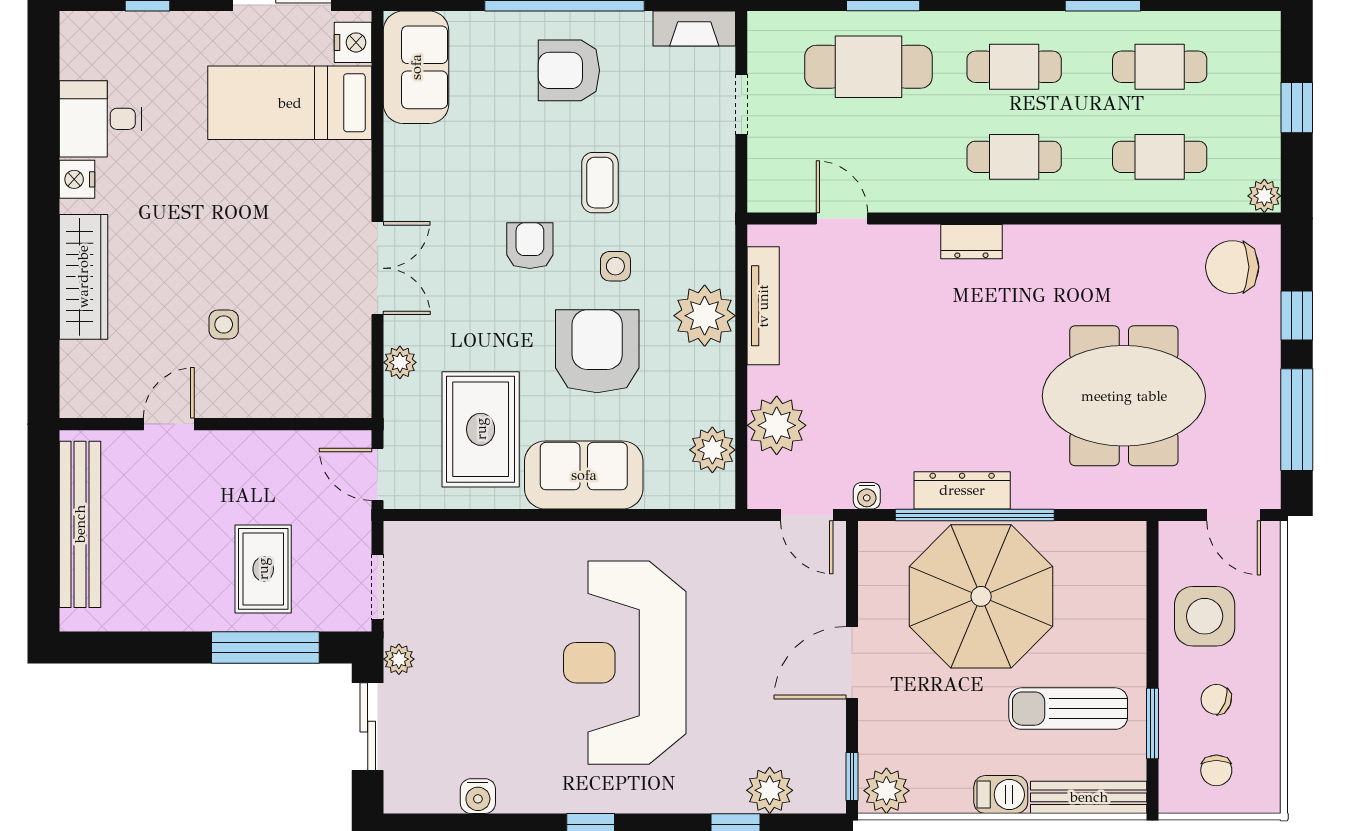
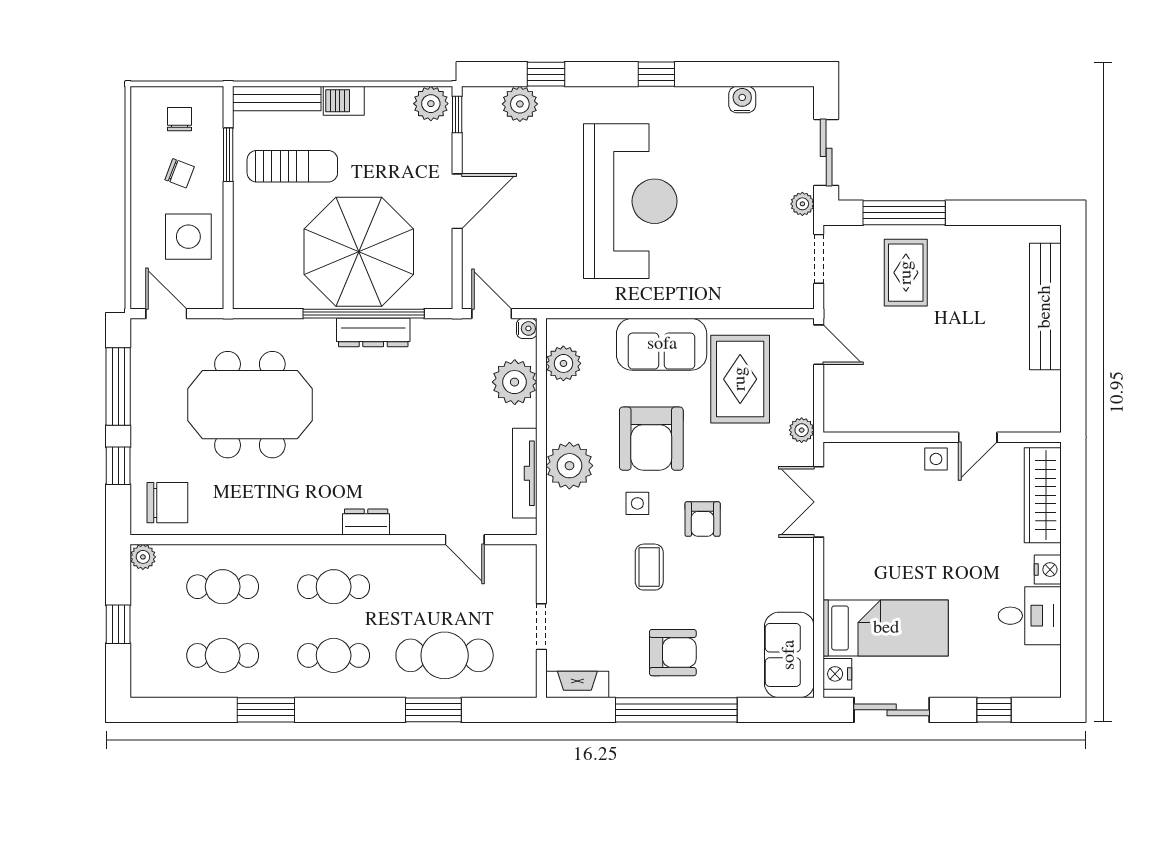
door: (169, 424) -> (978, 437), moved
wall: (215, 424) -> (942, 437), moved
water cooler: (867, 496) -> (527, 328), moved, turned 90

